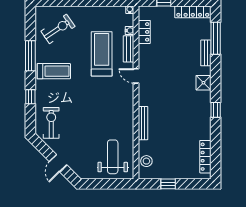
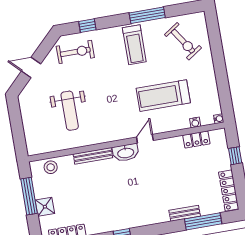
bench: (129, 49) -> (174, 125), removed
treadmill: (102, 54) -> (163, 96), turned 180
shower: (203, 83) -> (45, 207), moved
washbasin: (145, 95) -> (126, 153), added
window: (30, 97) -> (87, 26), moved
weight bench: (113, 157) -> (70, 111), moved, turned 90
window: (168, 184) -> (29, 196), width x2.17

